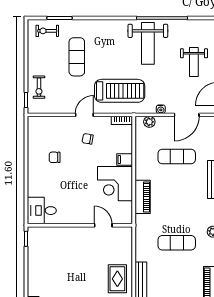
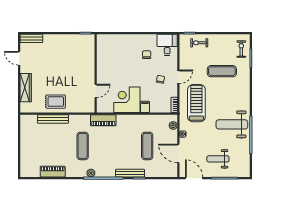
treadmill: (120, 91) -> (196, 103), turned 180
door: (84, 115) -> (178, 77), hinge flipped
piano: (143, 197) -> (103, 120), moved
desk: (42, 211) -> (167, 45), moved

